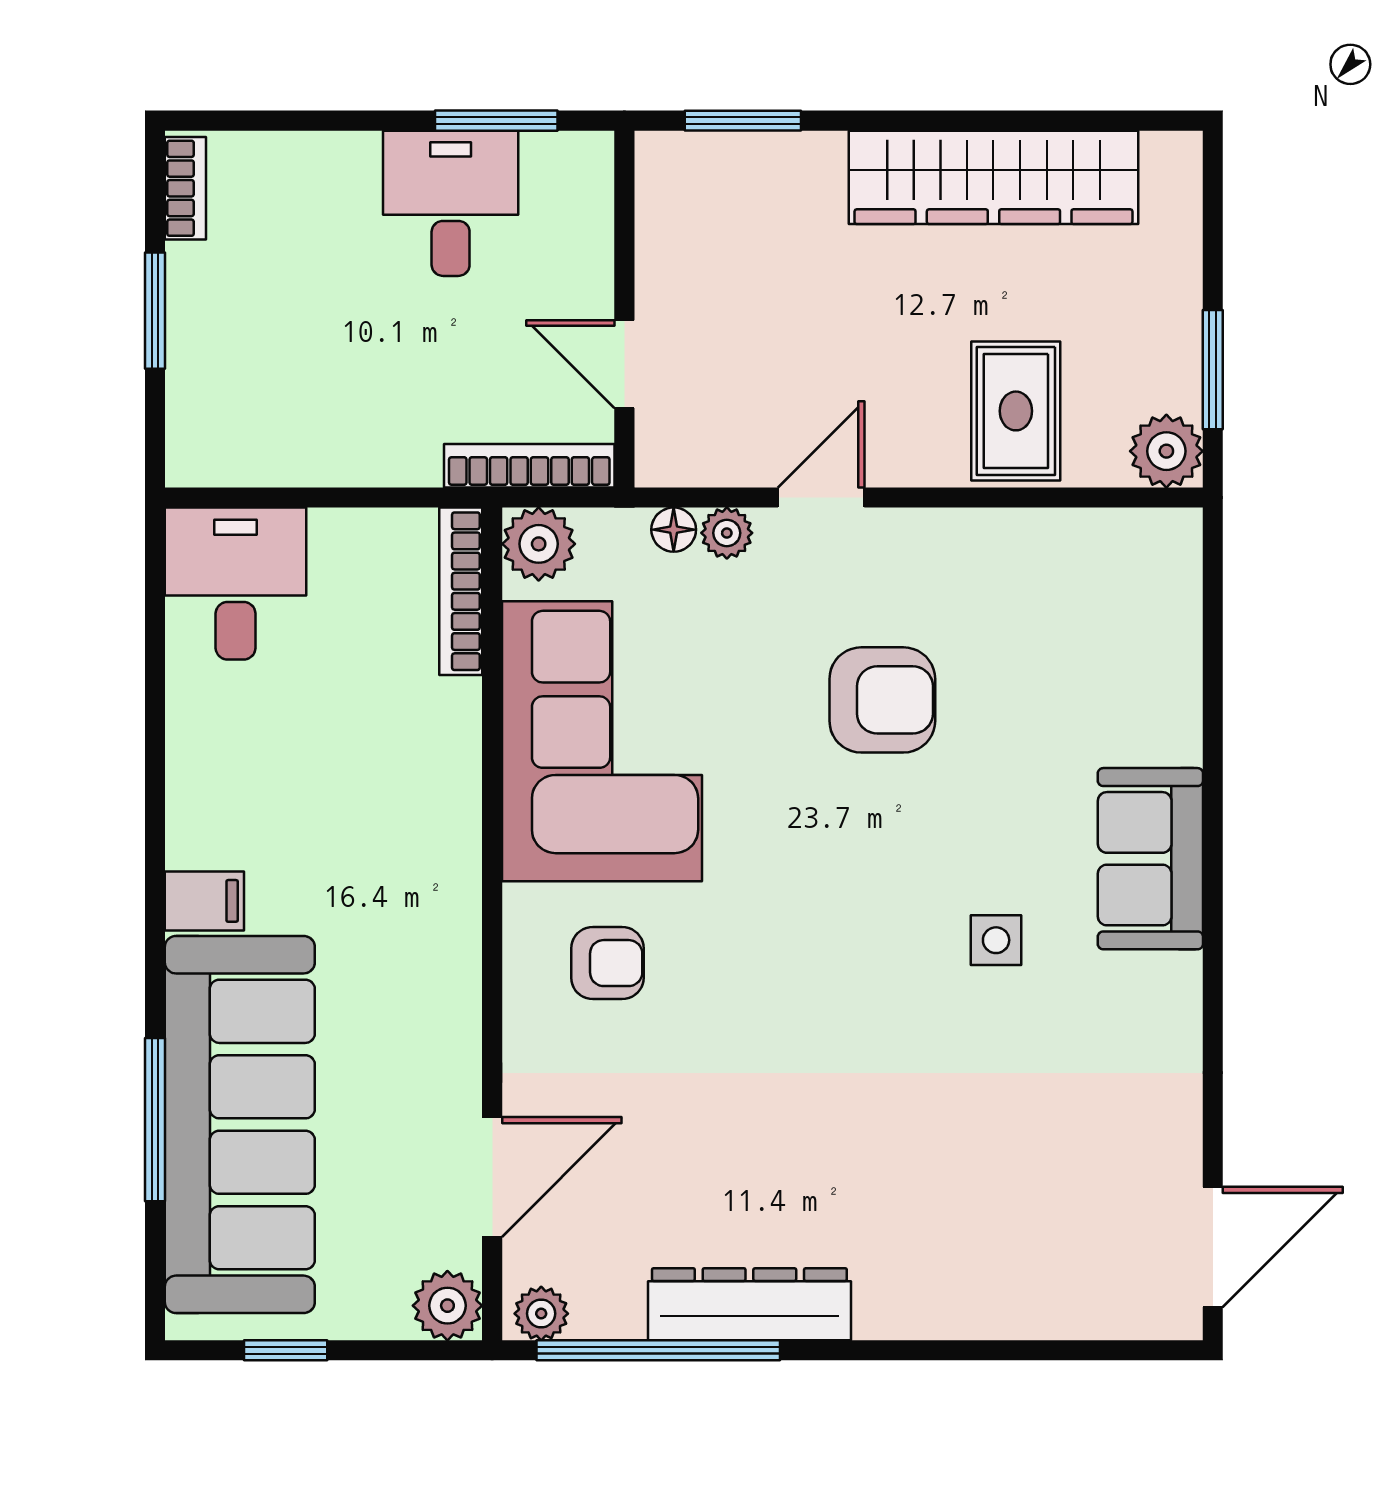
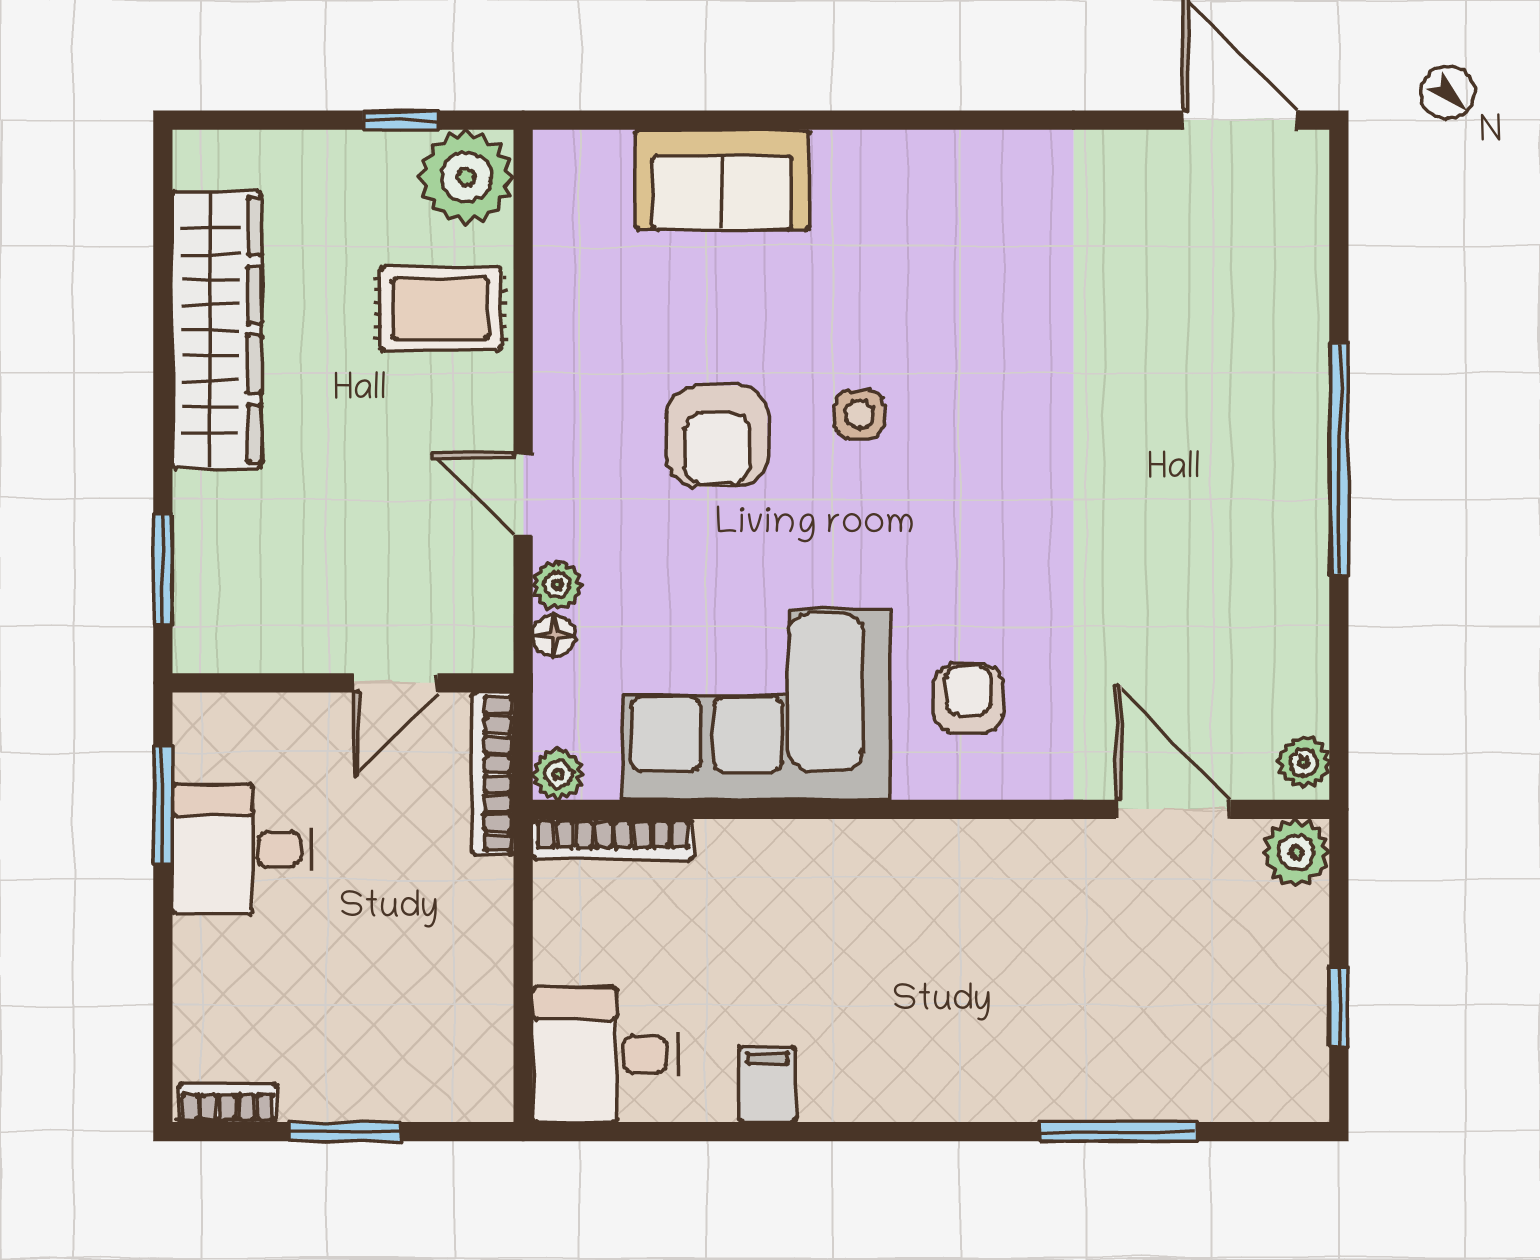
window: (1213, 370) -> (401, 120), width x0.67
plant: (1166, 451) -> (466, 177), width x1.36, depth x1.36
plant: (539, 544) -> (558, 774), width x0.73, depth x0.73
armchair: (882, 700) -> (717, 436), turned 180
sofa: (1150, 859) -> (722, 180), moved
filing cabinet: (204, 901) -> (767, 1084), moved
side table: (996, 940) -> (859, 414), moved
sofa: (240, 1125) -> (1123, 1051), removed
dresser: (749, 1304) -> (1295, 563), removed
window: (658, 1350) -> (1339, 459), moved

